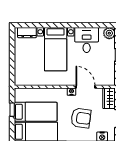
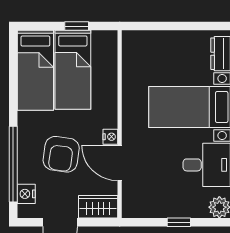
door: (86, 87) -> (120, 163), swing flipped

